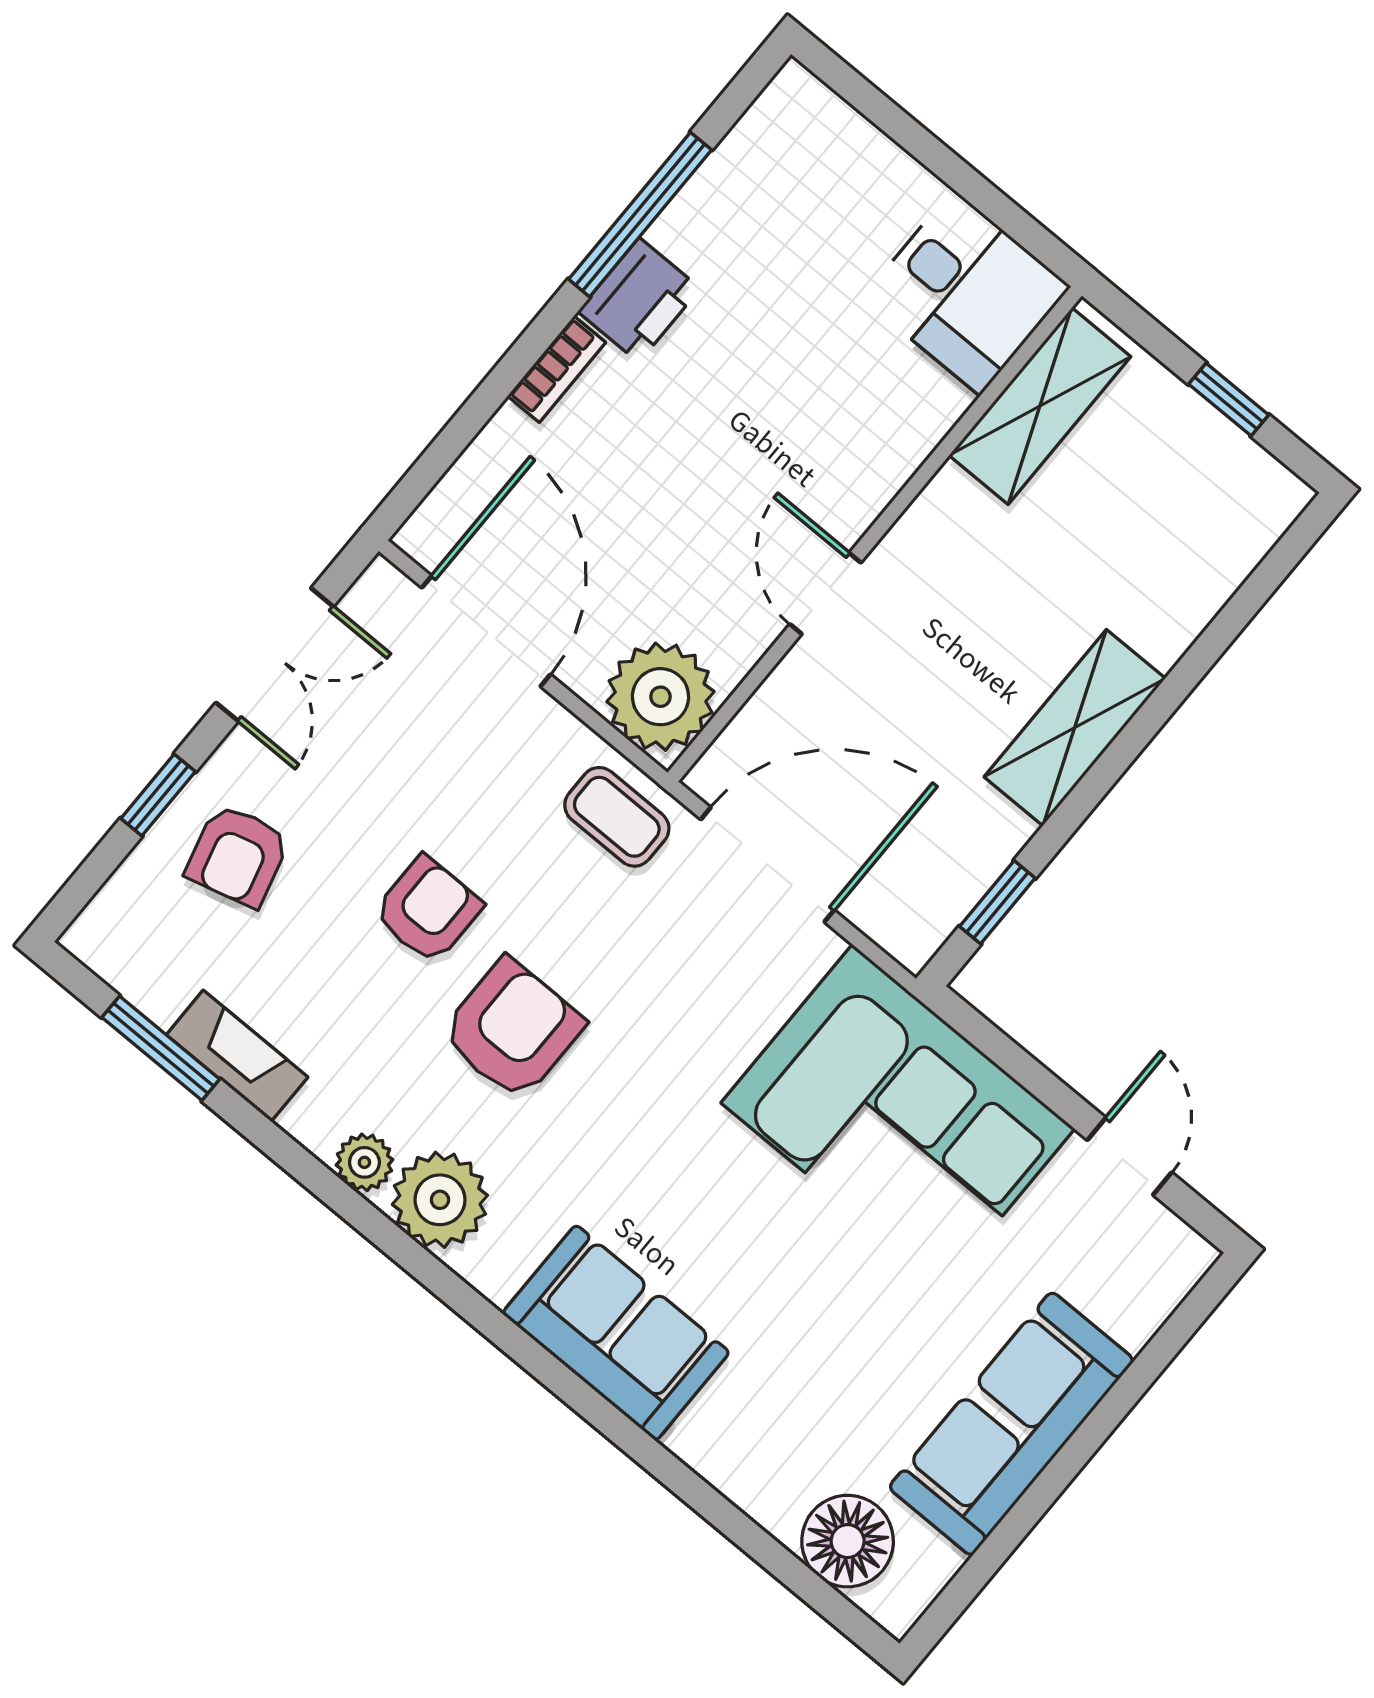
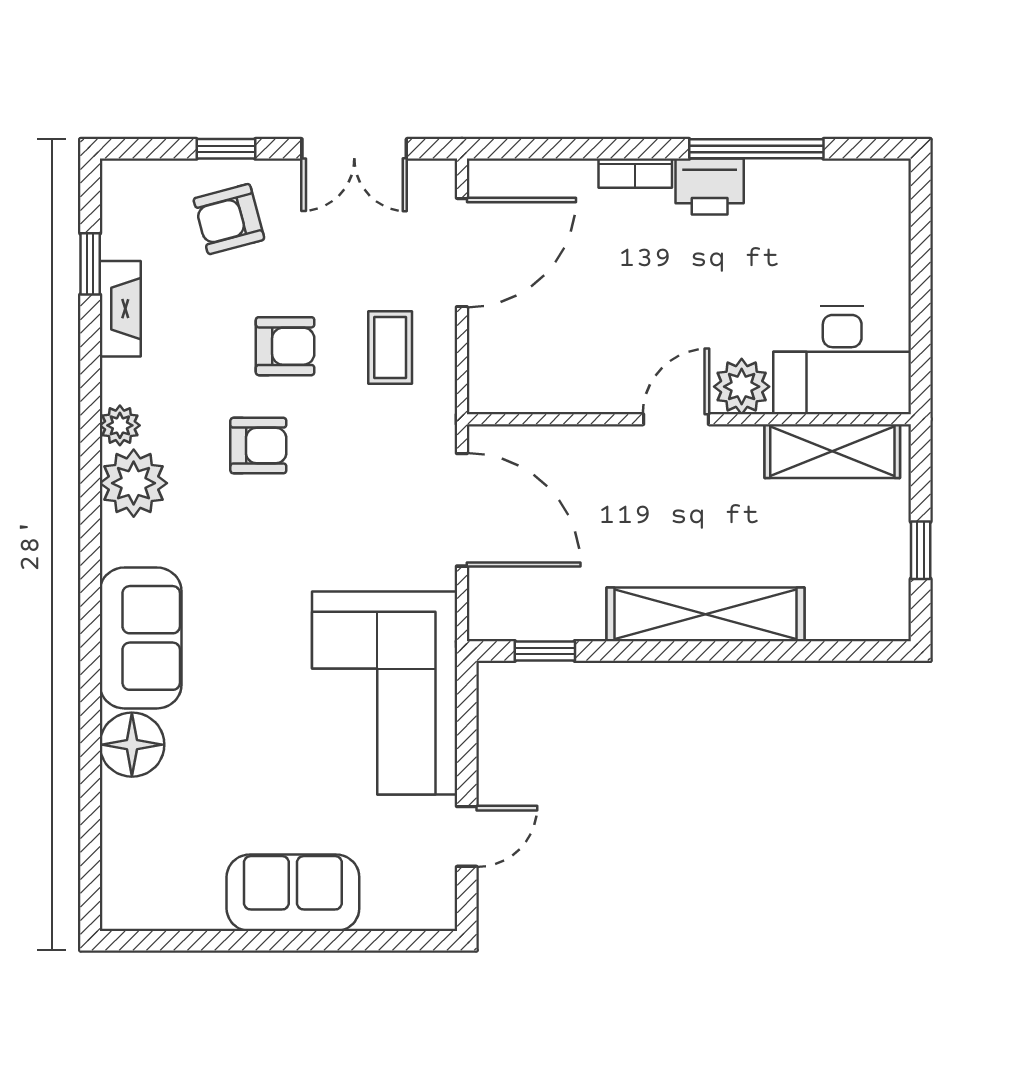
desk: (966, 292) -> (842, 360), width x1.37
door: (825, 593) -> (676, 419), moved
plant: (661, 697) -> (742, 387), moved, width x0.73, depth x0.73
shelving: (1075, 728) -> (706, 614), width x1.47
coffee table: (617, 817) -> (390, 347), moved
armchair: (512, 1029) -> (258, 446), width x0.72, depth x0.72
window: (161, 1048) -> (90, 264), width x0.67
sofa: (1011, 1424) -> (293, 893), width x0.73
floor lamp: (848, 1541) -> (132, 745), moved

